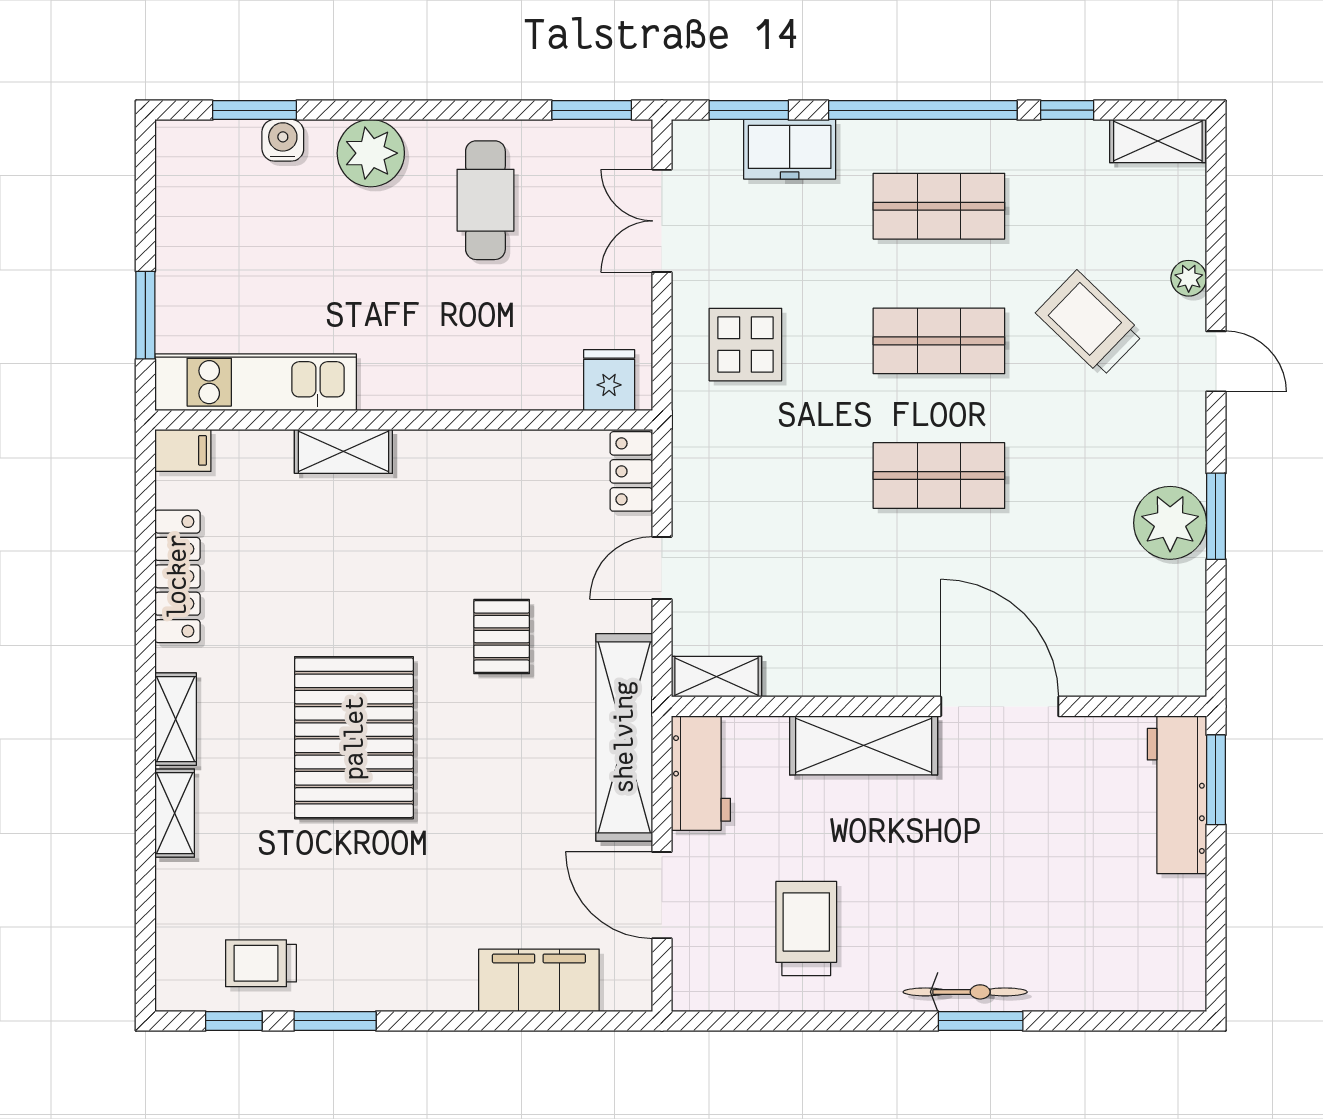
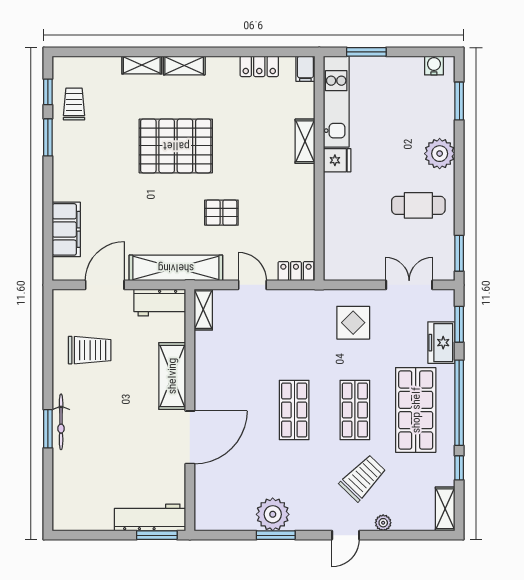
water cooler: (283, 140) -> (434, 65), moved, turned -90
shop shelf: (939, 206) -> (416, 410), width x1.43, depth x1.36
fridge: (609, 380) -> (337, 160), moved
locker: (177, 576) -> (259, 66), width x0.66

